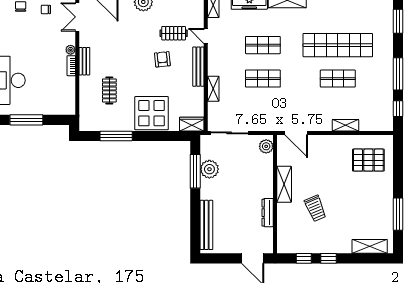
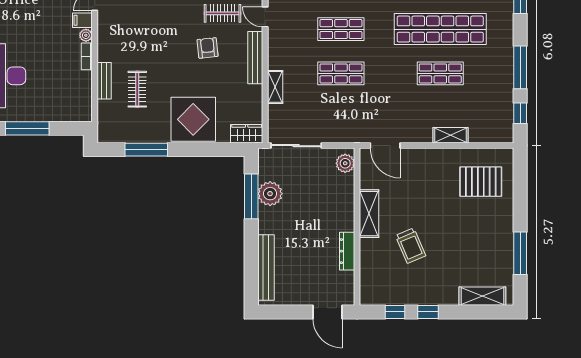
filing cabinet: (68, 38) -> (82, 20), added
bench: (84, 61) -> (104, 81), moved

